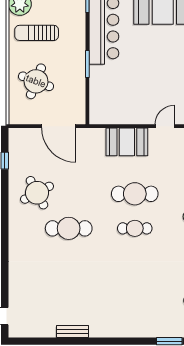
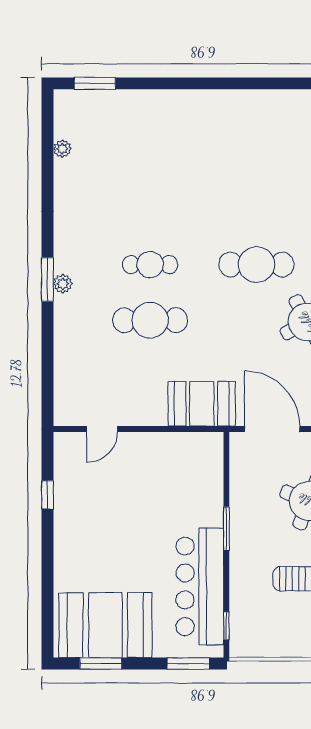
booth: (127, 142) -> (202, 404), moved
bench: (72, 331) -> (250, 99), removed

